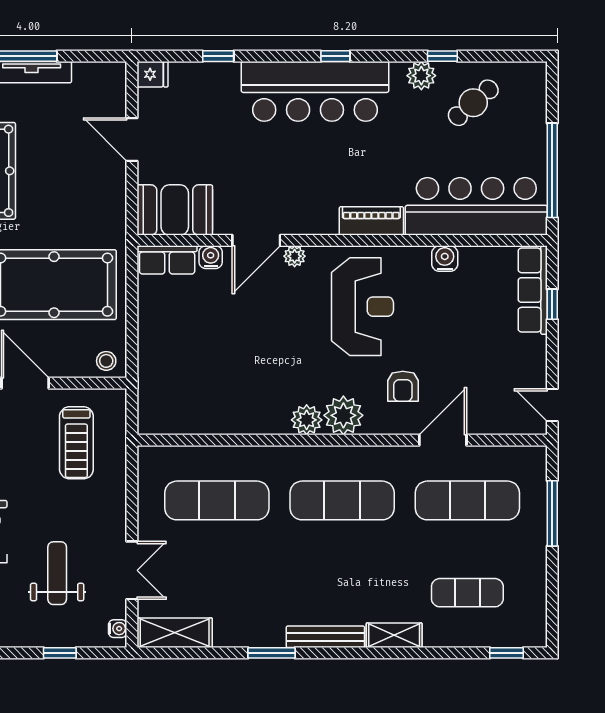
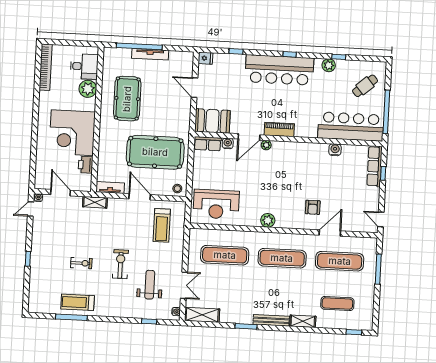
cafe table: (473, 103) -> (365, 86), moved
piano: (371, 221) -> (279, 129), moved
reception desk: (362, 307) -> (216, 204), moved, turned 90
plant: (343, 415) -> (285, 219), removed

